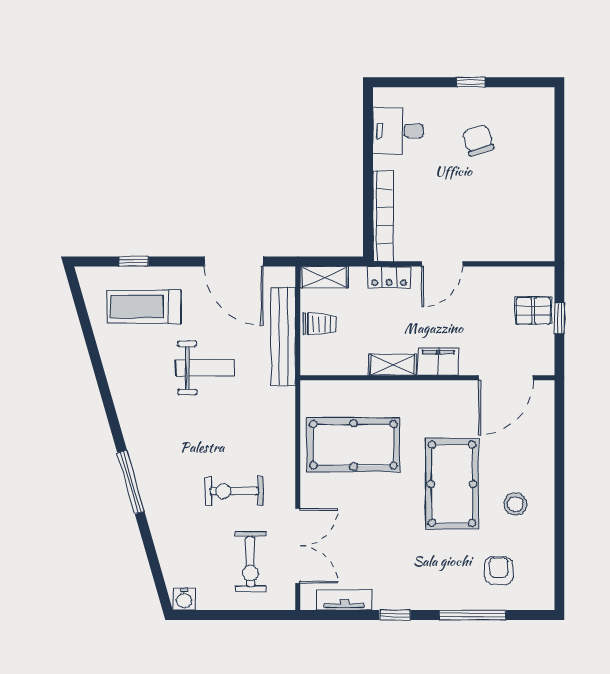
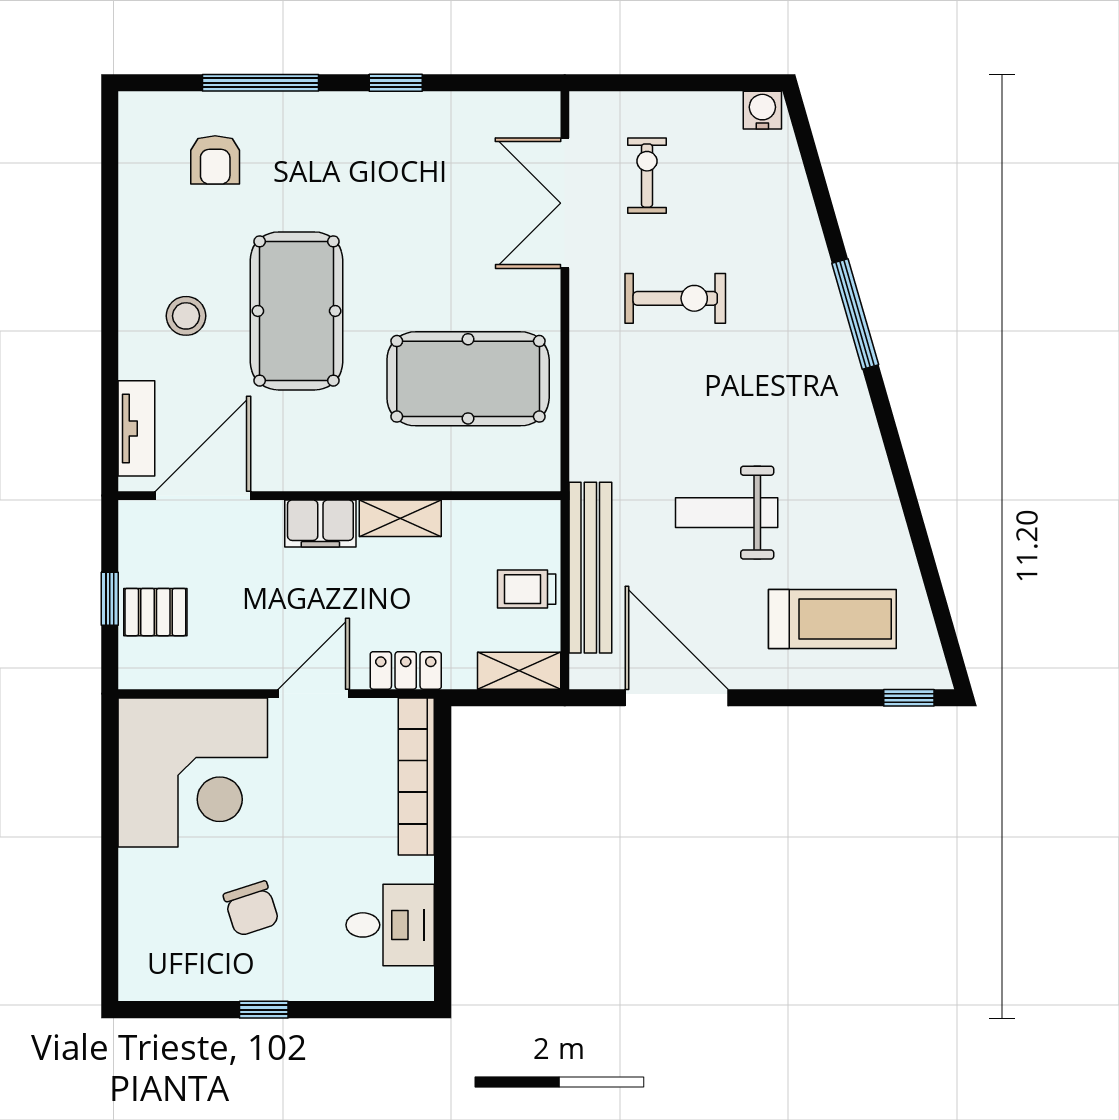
corner desk: (512, 219) -> (193, 772), added
window: (134, 261) -> (909, 698), moved
stool: (515, 504) -> (186, 316), moved
exercise bike: (251, 562) -> (647, 176), width x0.73, depth x0.72
tv unit: (344, 600) -> (136, 428), moved, turned -90

